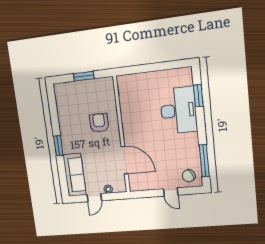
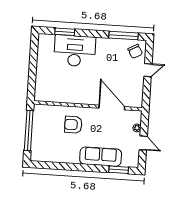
window: (84, 76) -> (29, 131), width x2.11
window: (58, 146) -> (119, 170), moved
door: (125, 160) -> (112, 107), hinge flipped
sofa: (75, 175) -> (101, 157), moved

